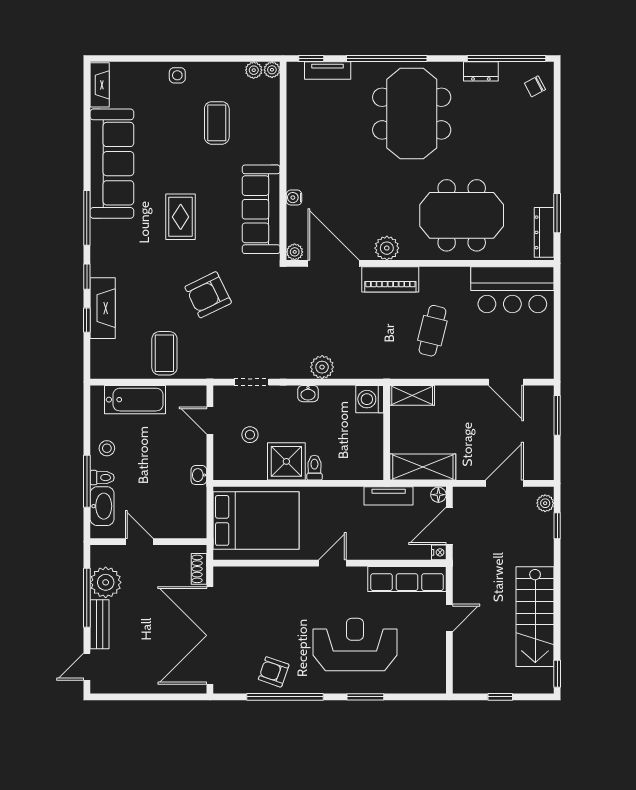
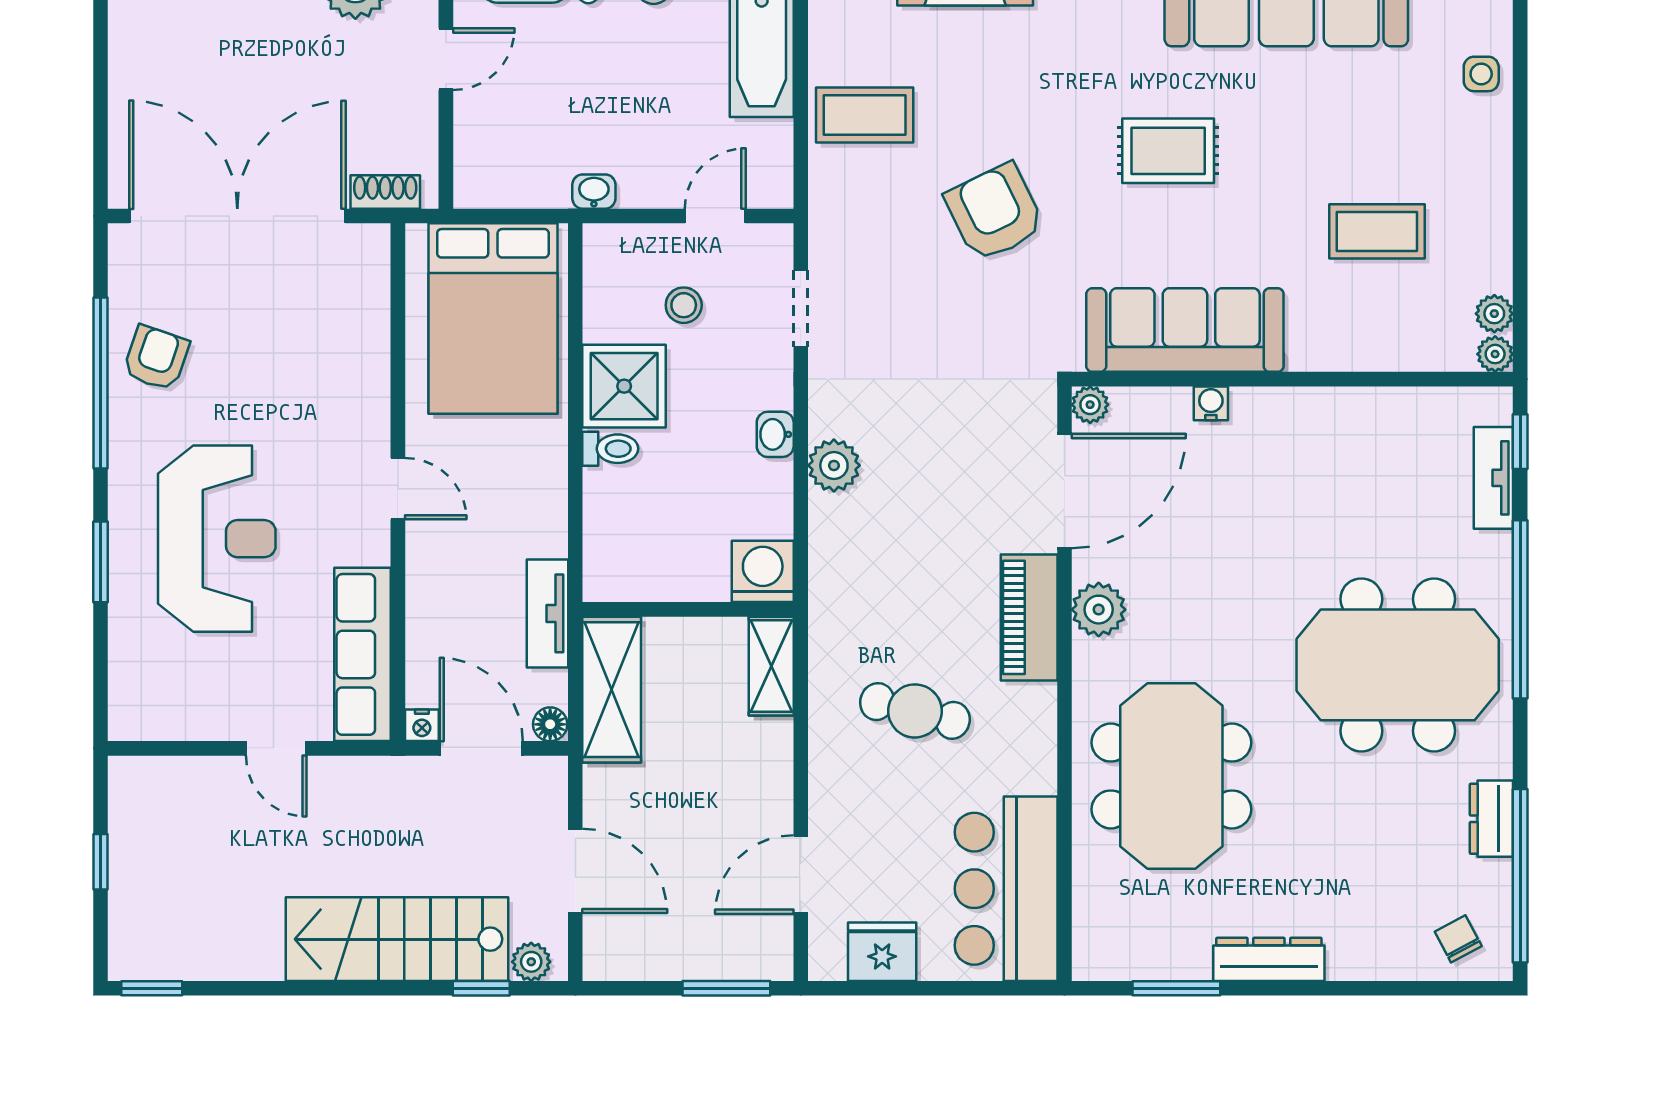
side table: (177, 75) -> (1481, 74), moved
dresser: (544, 232) -> (1269, 959), moved
fridge: (541, 345) -> (882, 952), added
stairs: (535, 617) -> (397, 939), moved

